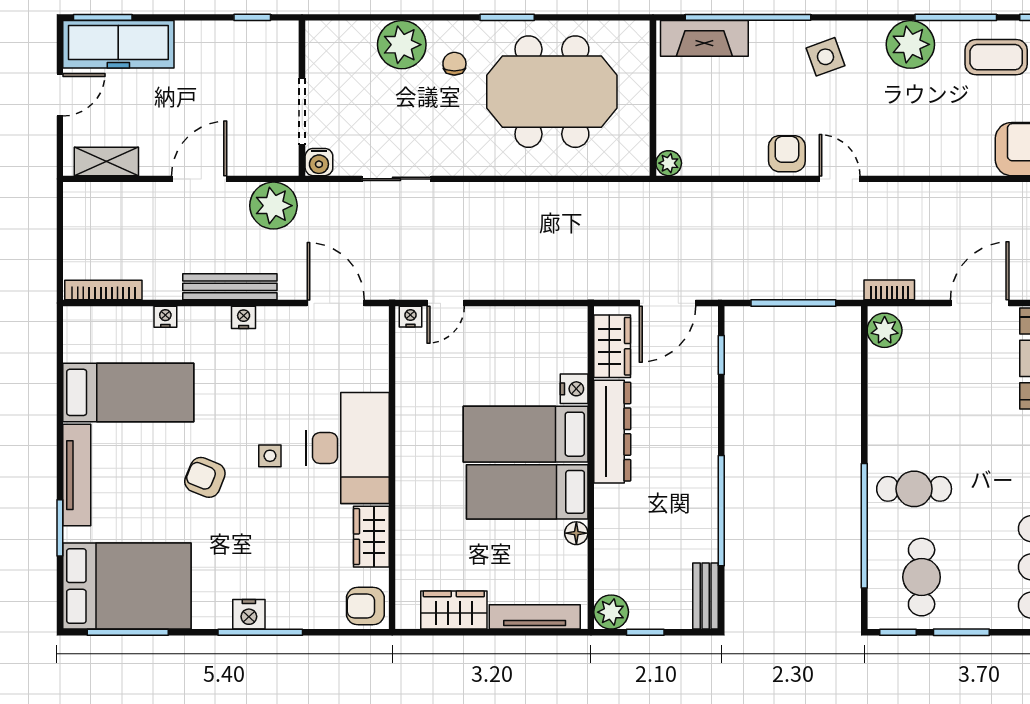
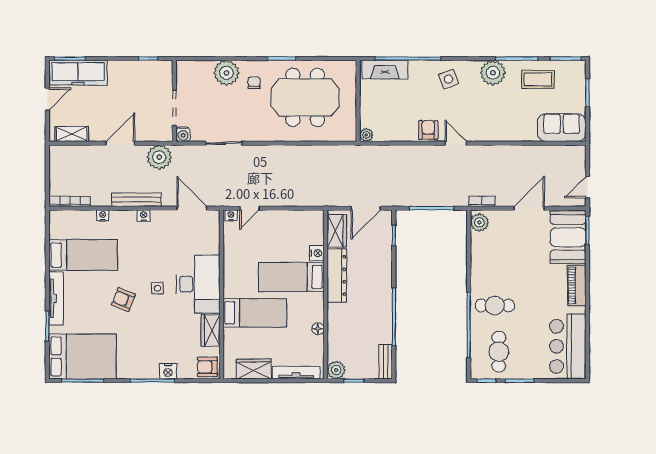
bed: (527, 492) -> (255, 313), moved, turned 180
nightstand: (249, 614) -> (168, 371), moved

